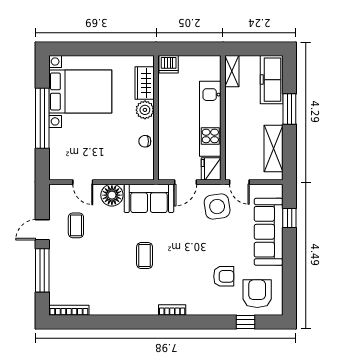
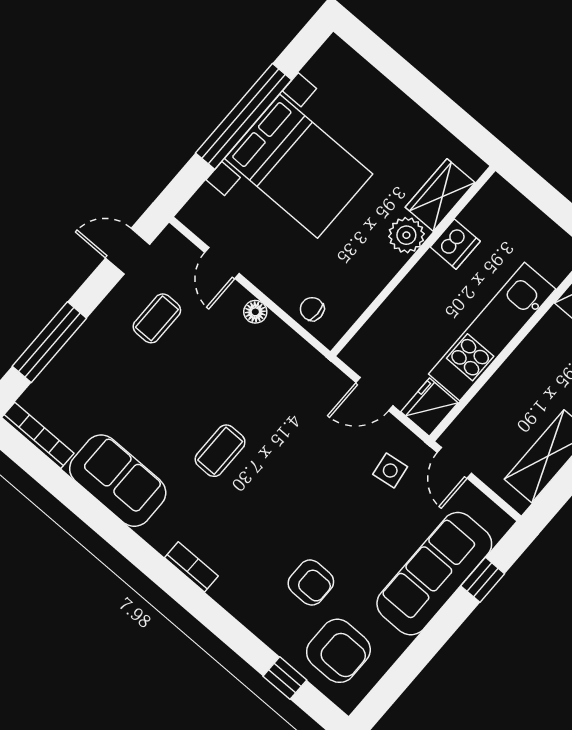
dishwasher: (169, 64) -> (455, 244), moved, turned -90
bed with nightstands: (80, 91) -> (299, 166), moved
chair: (145, 141) -> (312, 309), moved
floor lamp: (112, 195) -> (255, 312), width x0.53, depth x0.53
sofa: (149, 198) -> (118, 481), moved, turned 180
side table: (217, 207) -> (390, 471), width x0.54, depth x0.54
door: (42, 230) -> (128, 251), moved
armchair: (257, 294) -> (338, 651), turned 90

